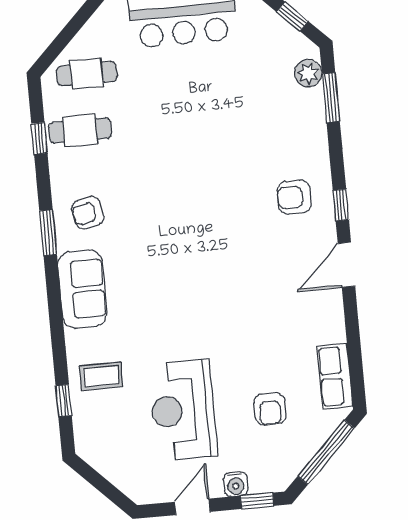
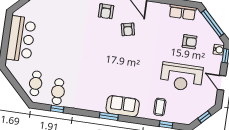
armchair: (88, 213) -> (128, 29), moved
window: (48, 233) -> (109, 116), moved
water cooler: (236, 484) -> (219, 50), moved
window: (103, 486) -> (204, 117), added

